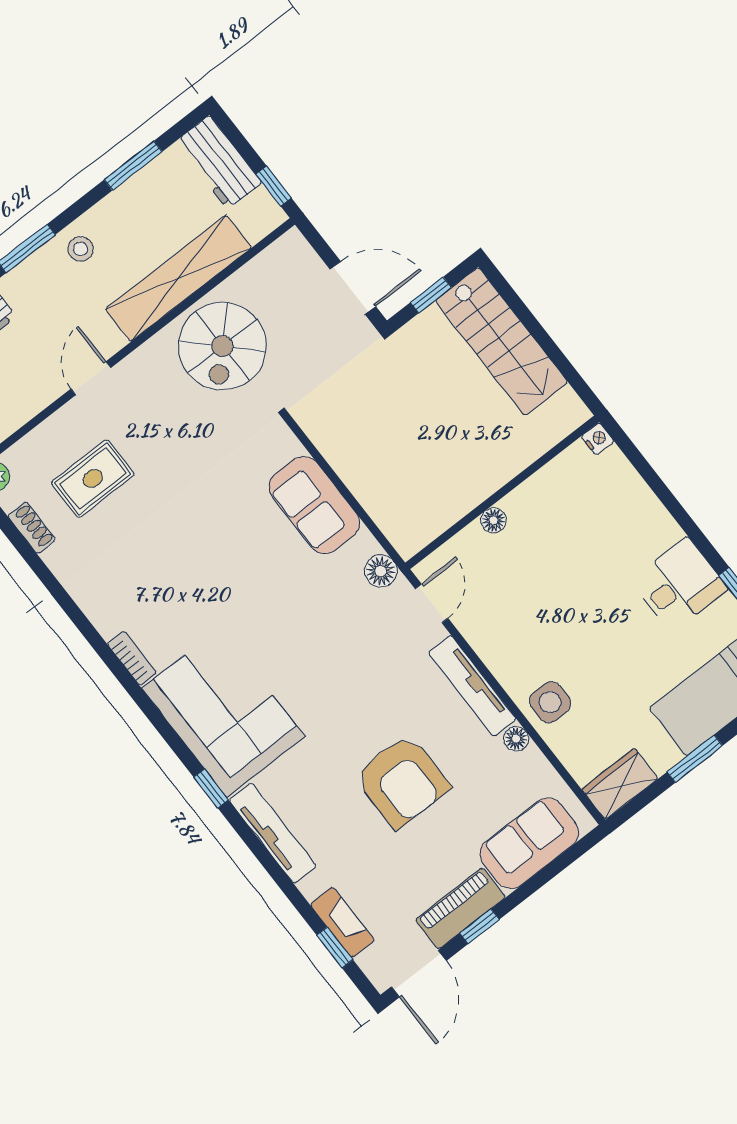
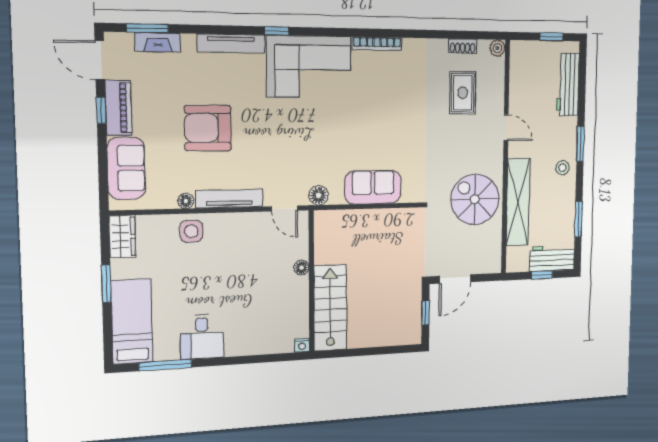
window: (274, 186) -> (542, 275), moved
stairs: (501, 341) -> (330, 308), moved, turned 90
bookcase: (132, 658) -> (377, 44), width x1.56
window: (335, 947) -> (147, 28), width x1.50

